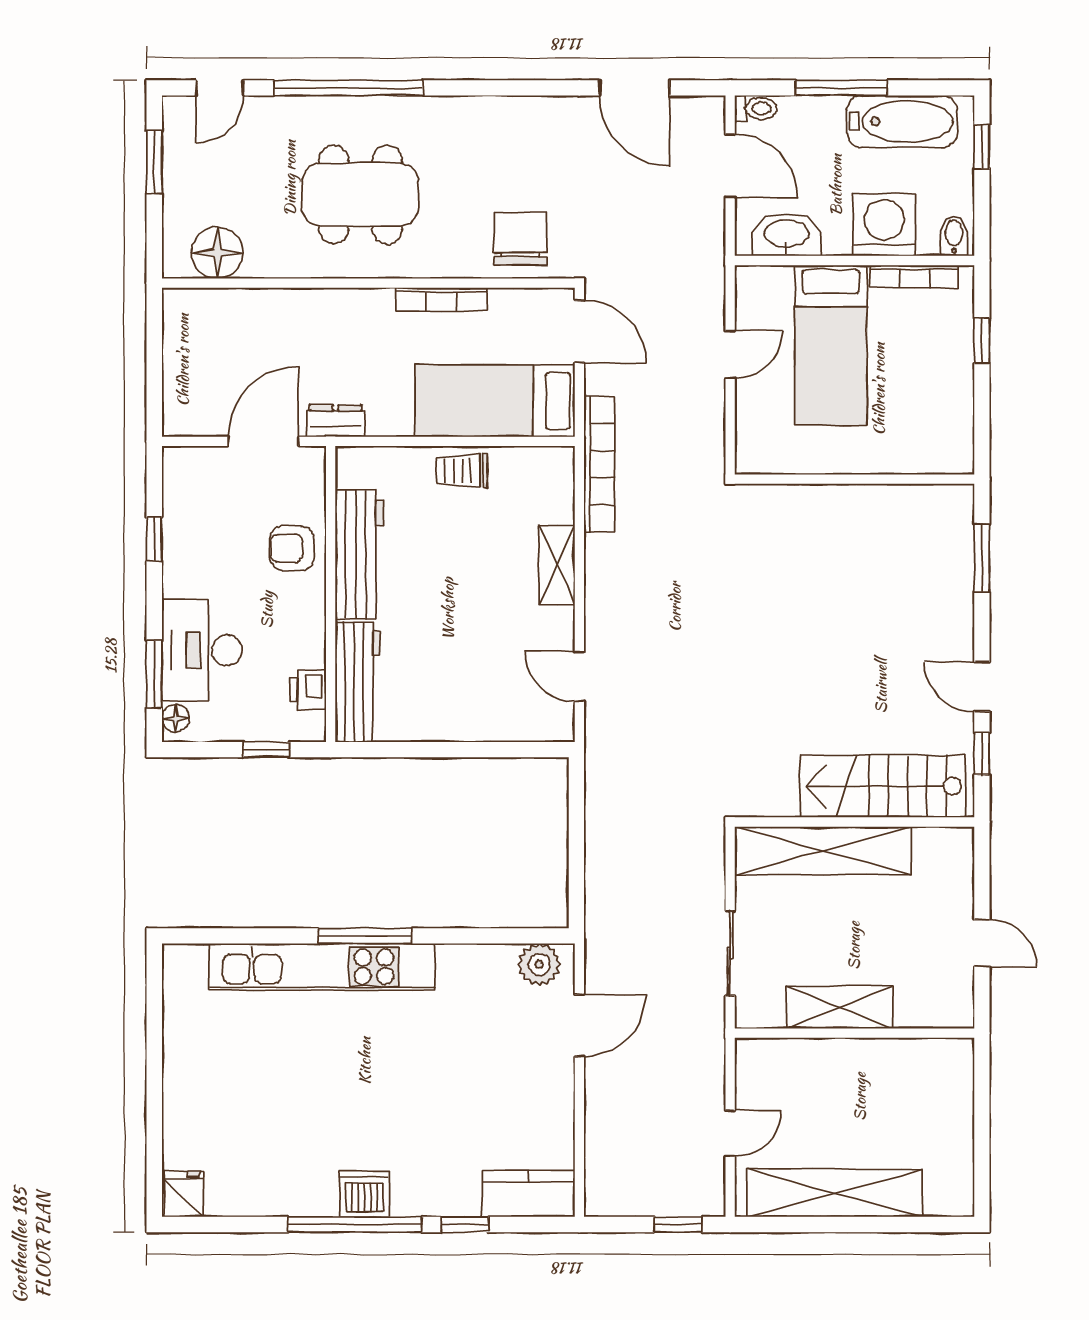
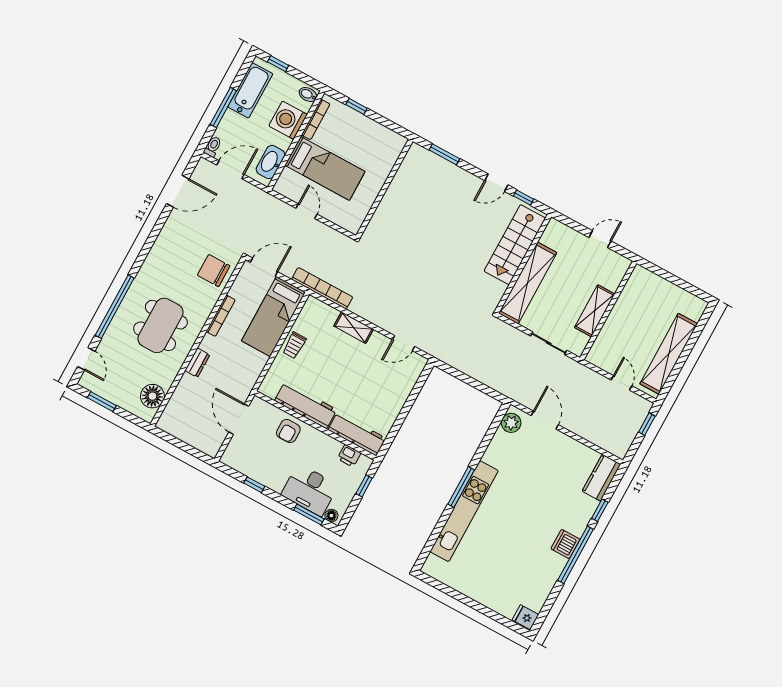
dresser: (336, 421) -> (197, 363), moved, turned 180

